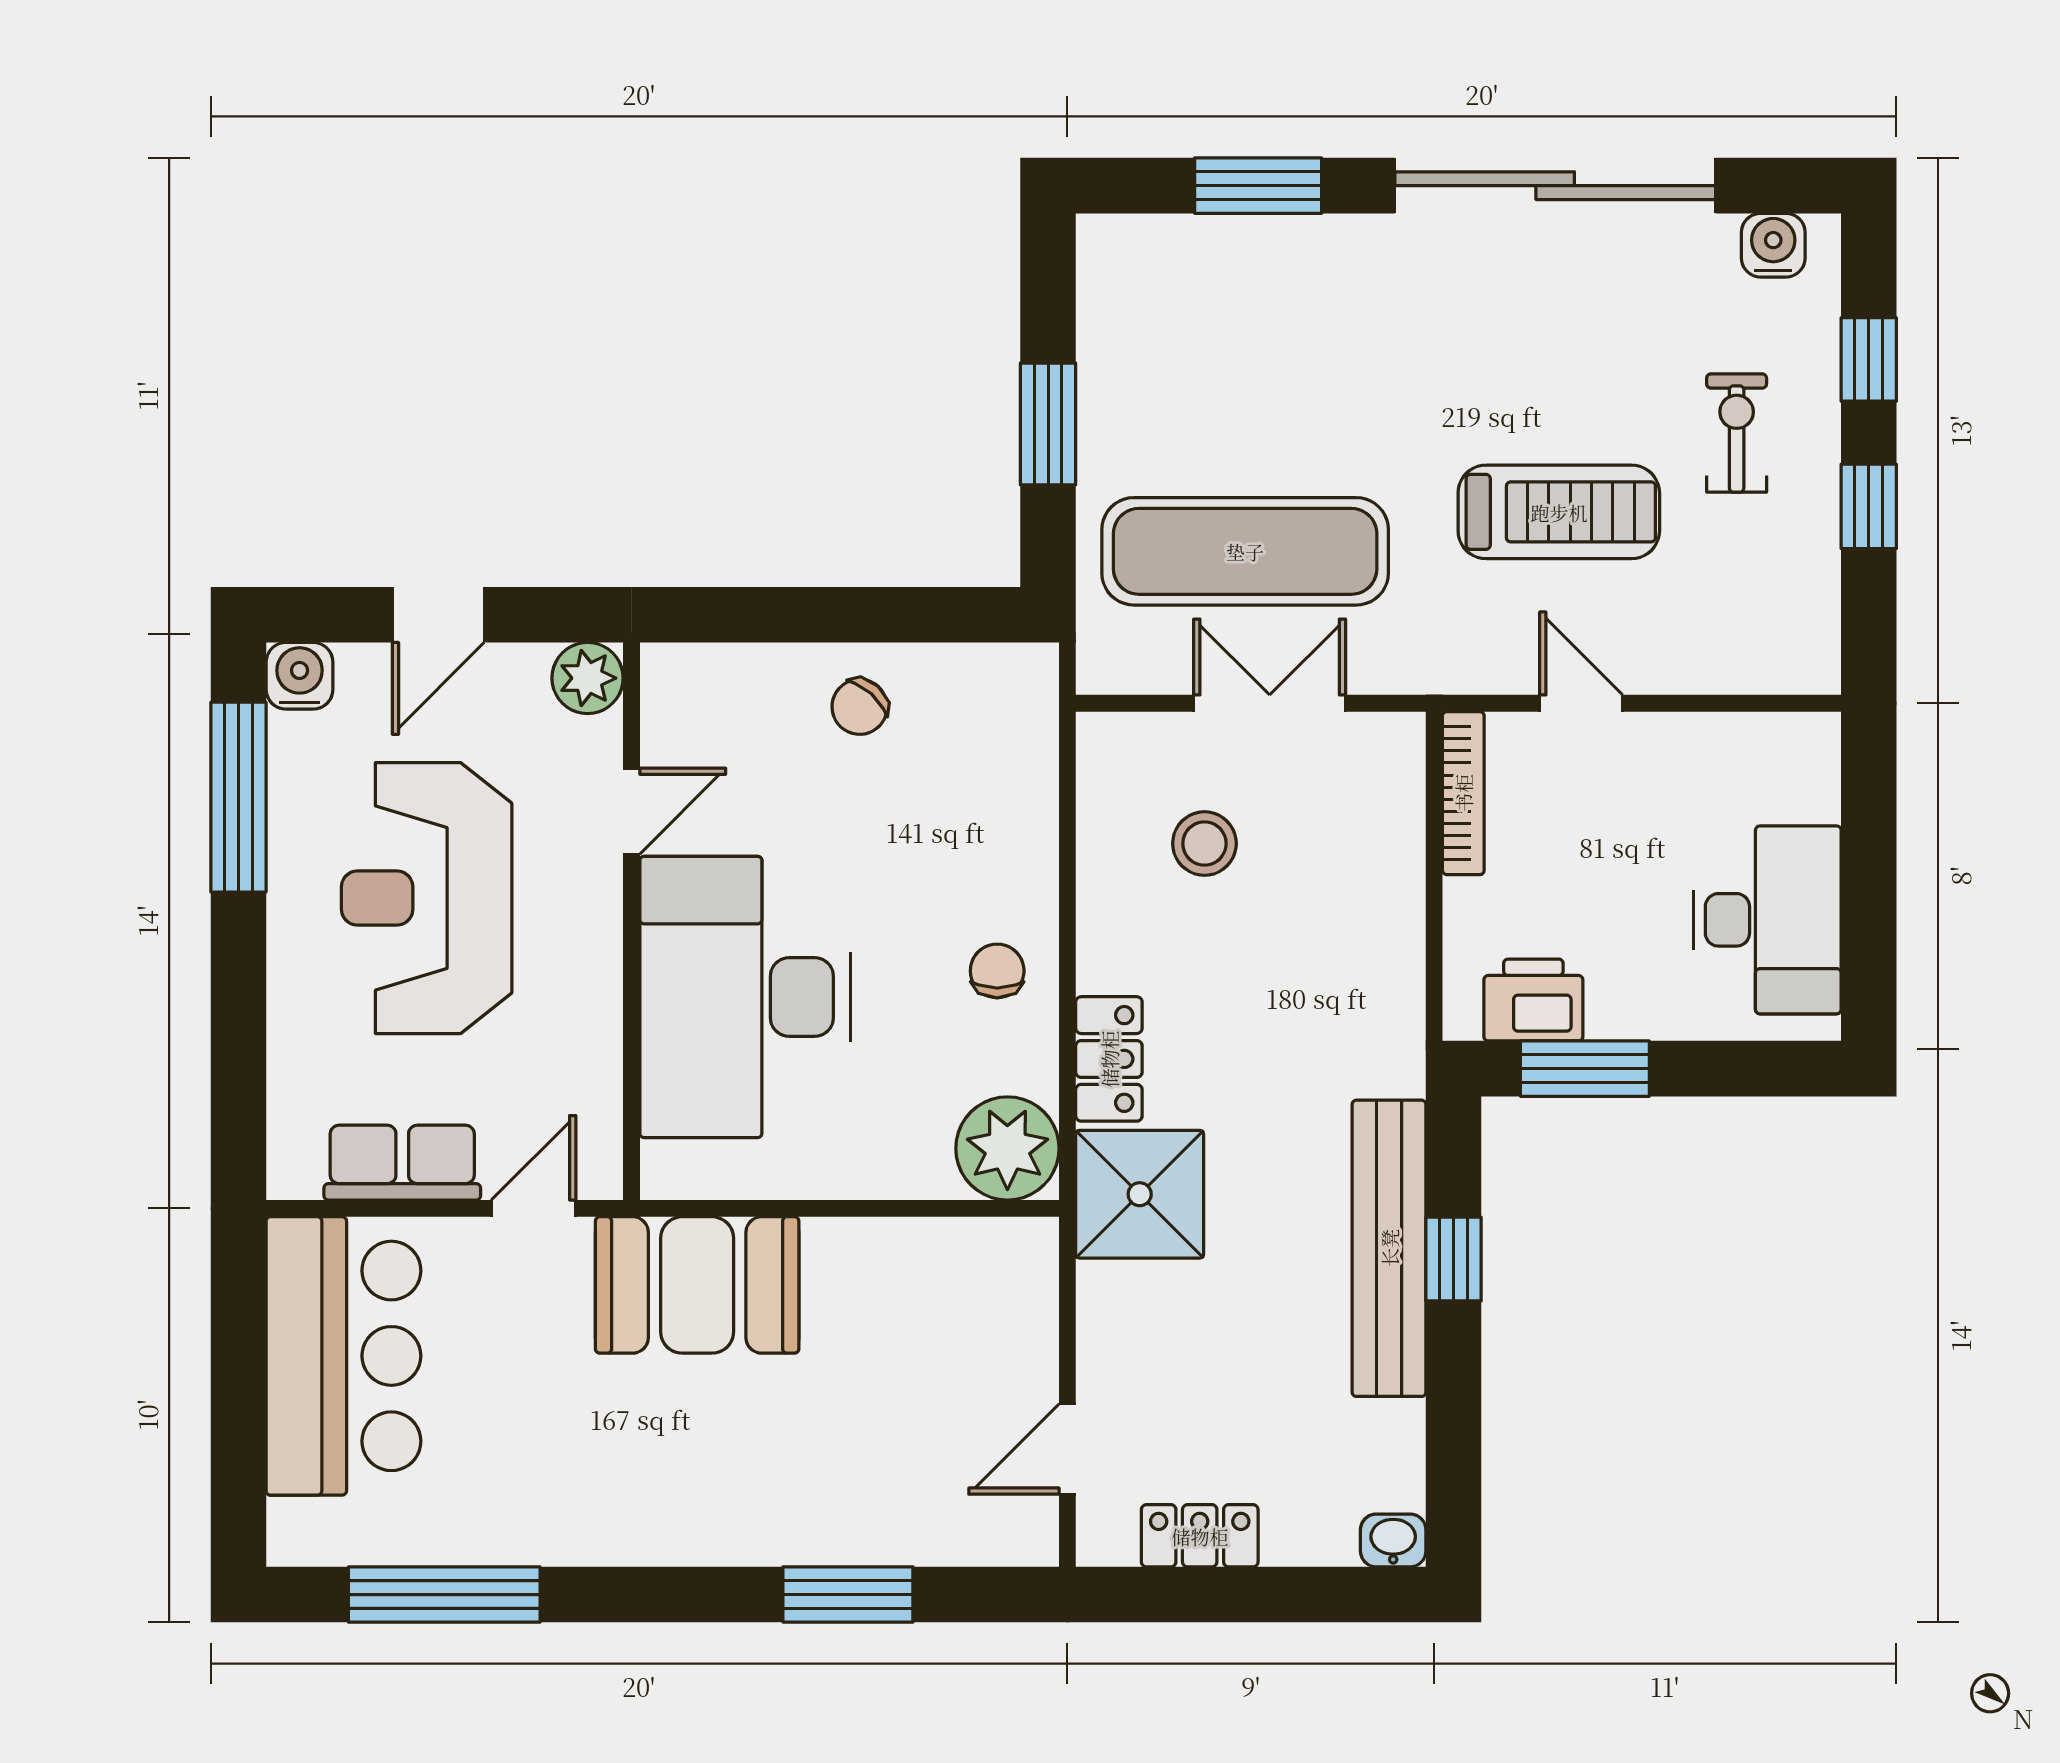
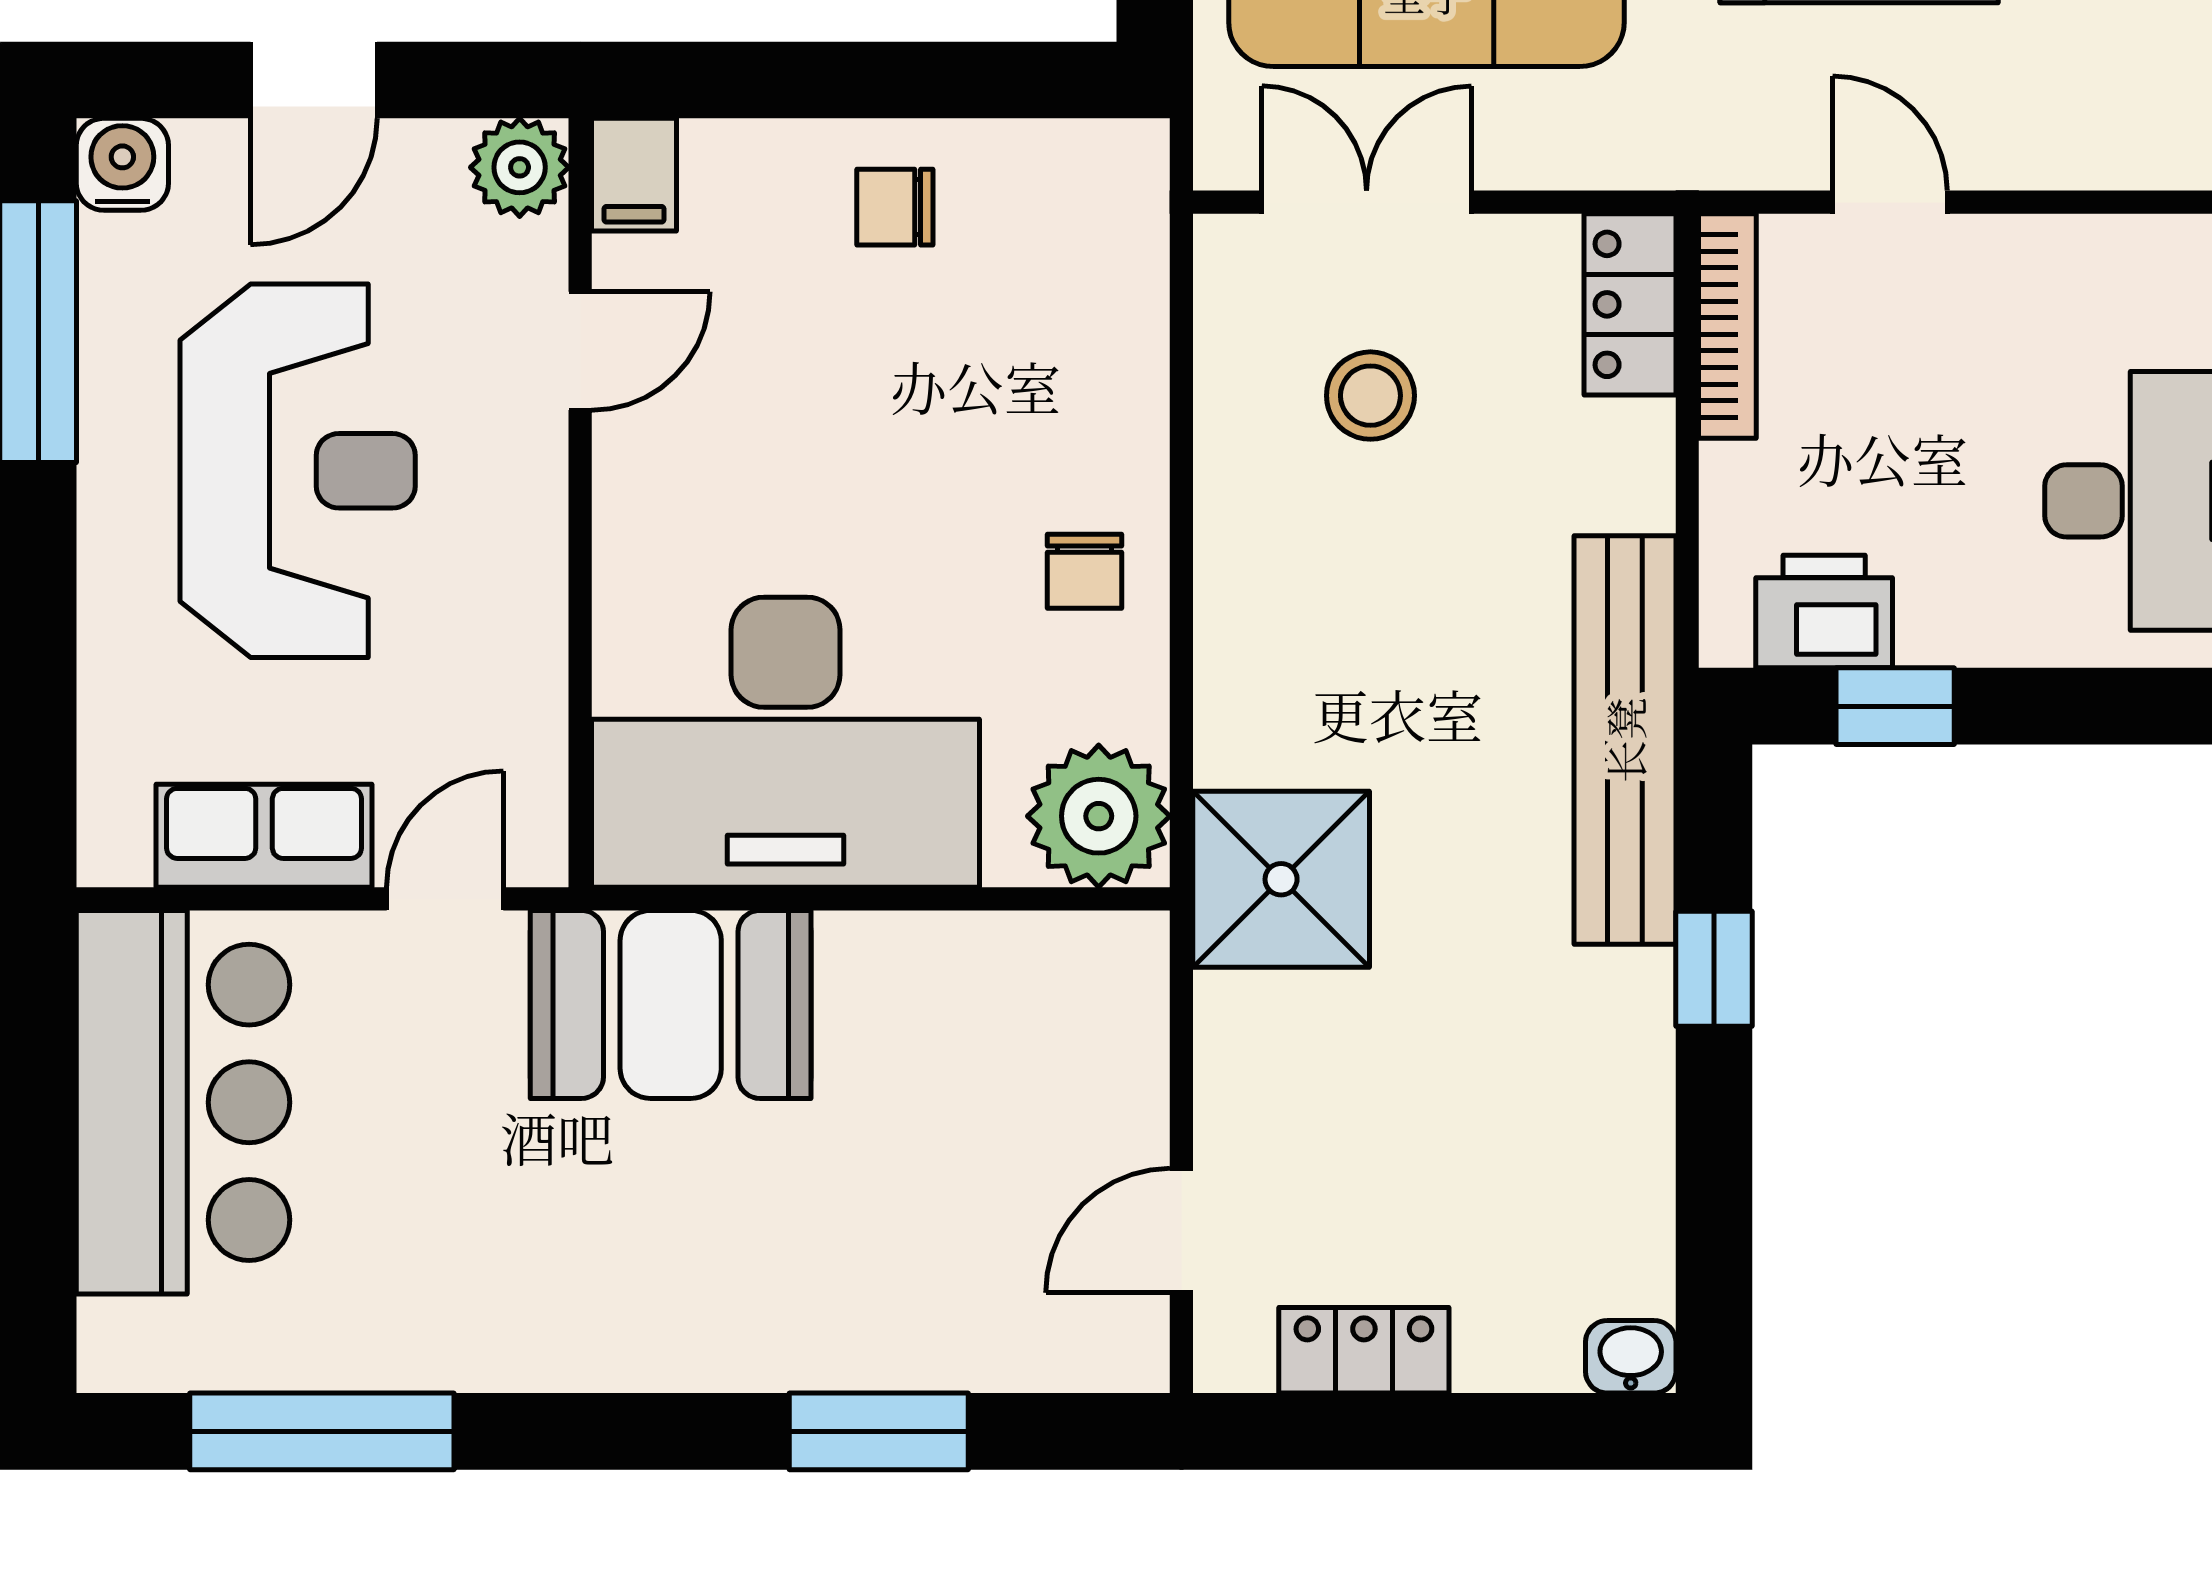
filing cabinet: (671, 683) -> (634, 175), added
double door: (1270, 703) -> (1367, 202), moved
chair: (860, 707) -> (895, 207), turned 48
reception desk: (427, 898) -> (298, 471), turned 180
chair: (997, 971) -> (1085, 571), turned 180
desk: (745, 997) -> (786, 742), moved, turned -90
locker: (1109, 1059) -> (1630, 304), moved, turned 180
window: (1585, 1069) -> (1895, 706), width x0.67
bench: (1389, 1248) -> (1625, 740), moved

